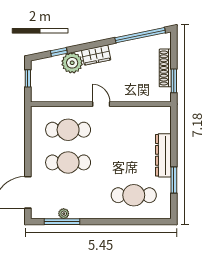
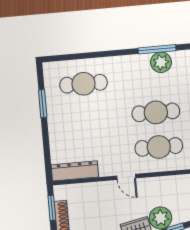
dresser: (163, 155) -> (75, 171), moved, turned -90
plant: (64, 214) -> (161, 62), width x1.88, depth x1.88

